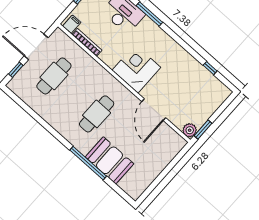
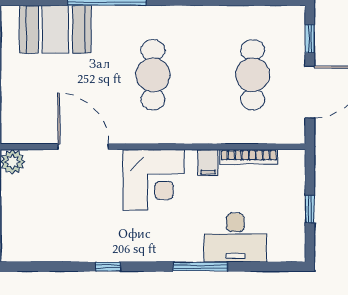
filing cabinet: (72, 24) -> (208, 163), moved
window: (210, 68) -> (108, 267), moved
booth: (109, 160) -> (55, 29), moved

